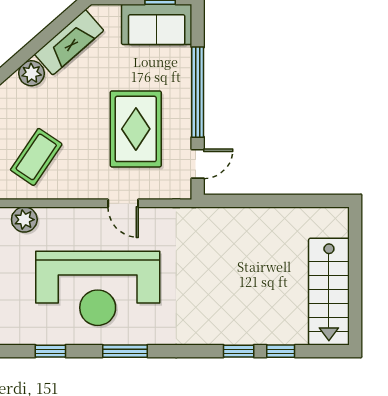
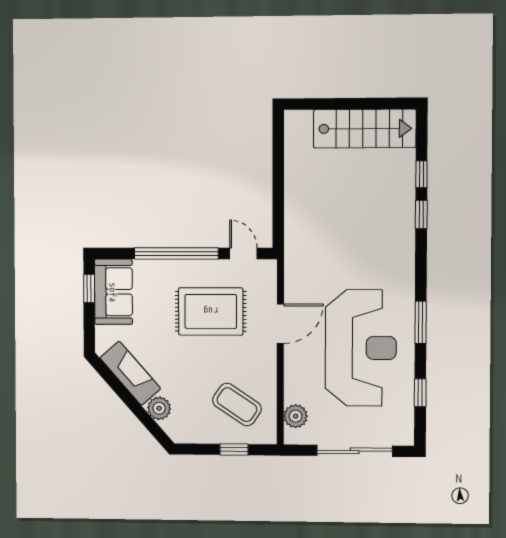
door: (123, 203) -> (280, 324), width x1.38

